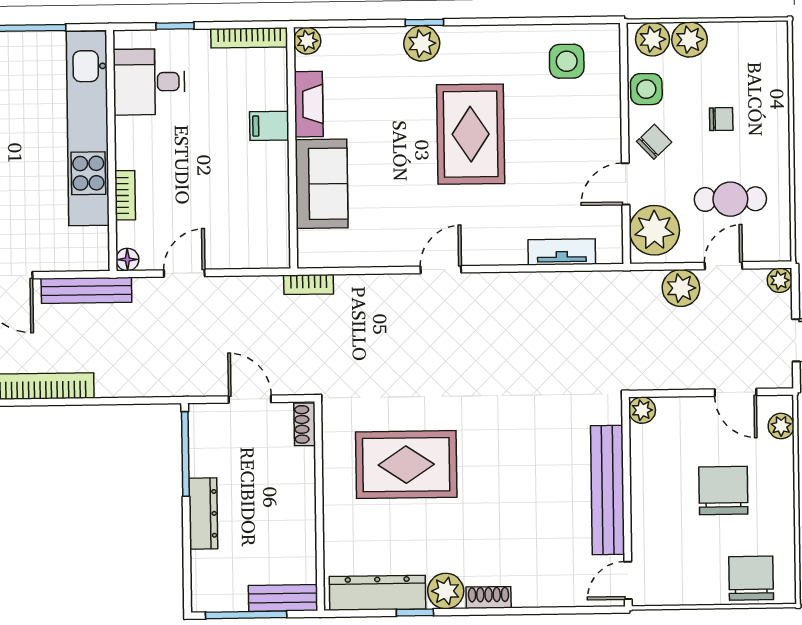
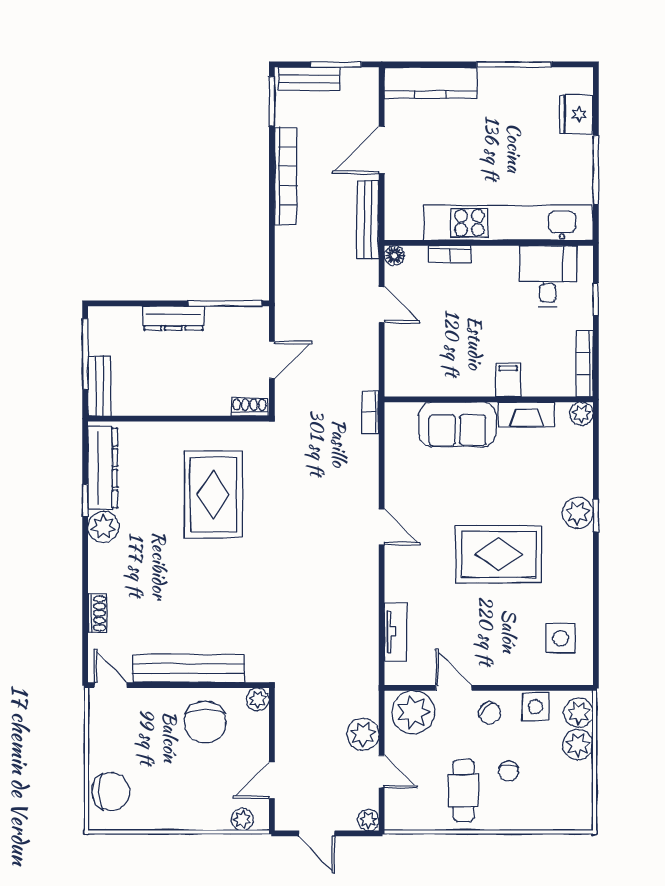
cafe table: (730, 199) -> (463, 790), moved
chair: (723, 490) -> (205, 722), moved, turned 90
shoe rack: (489, 597) -> (97, 613), moved

